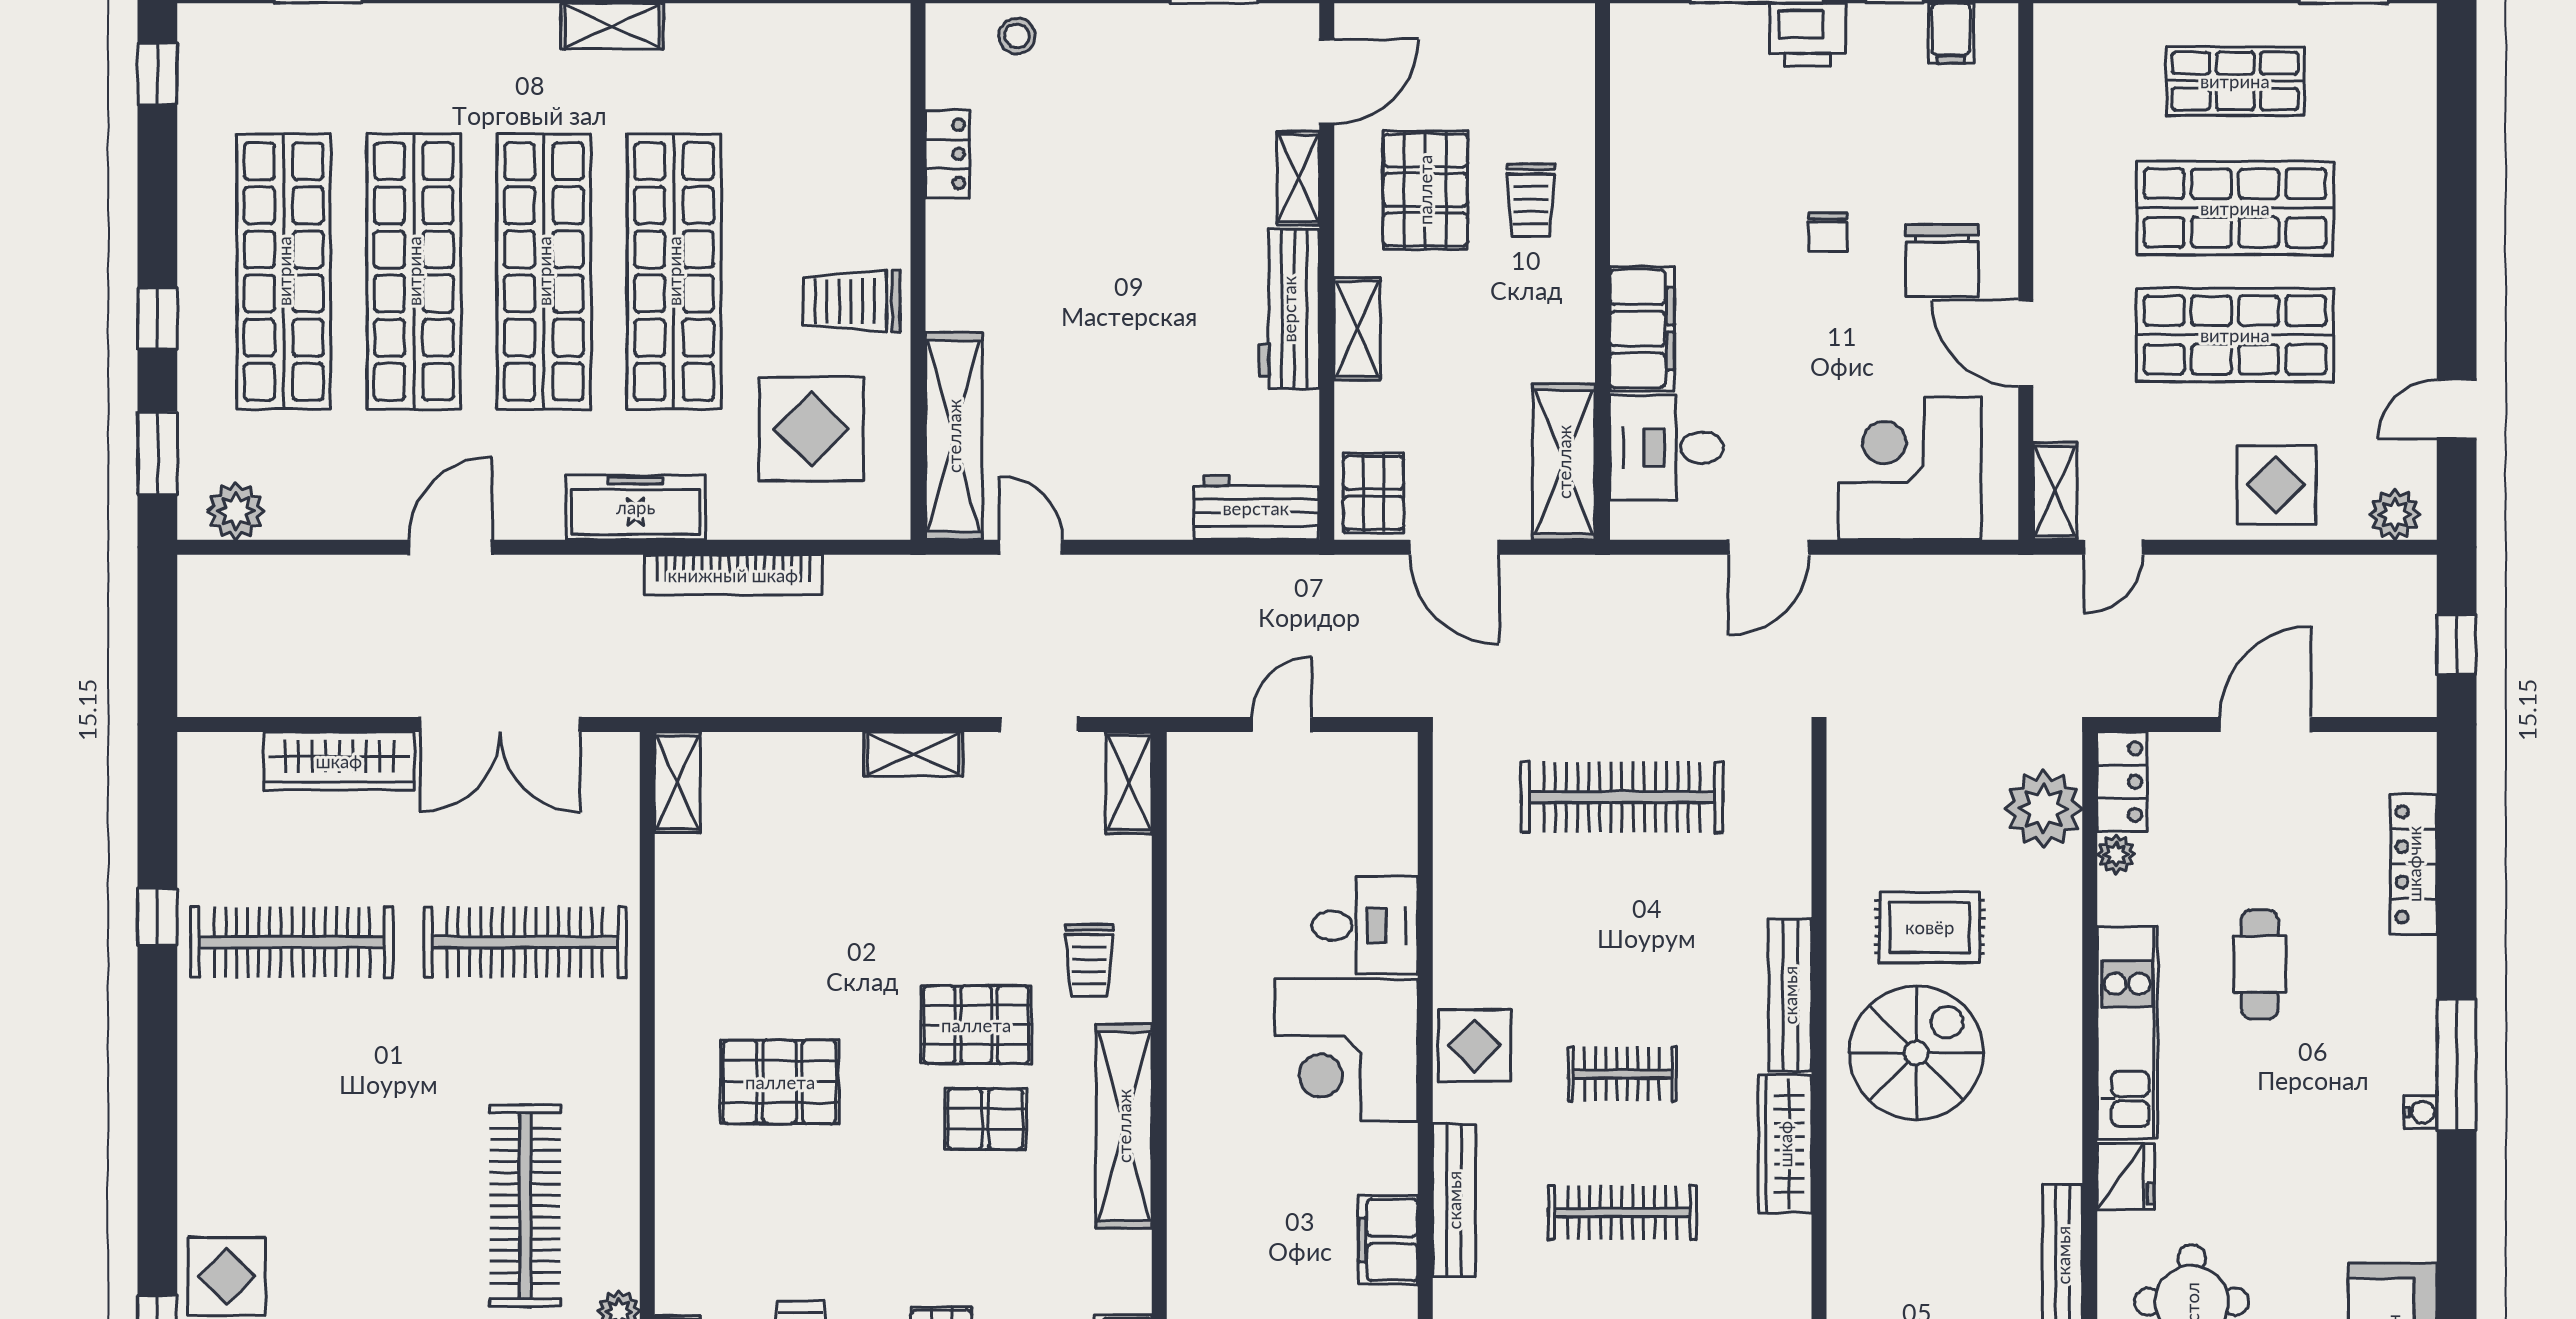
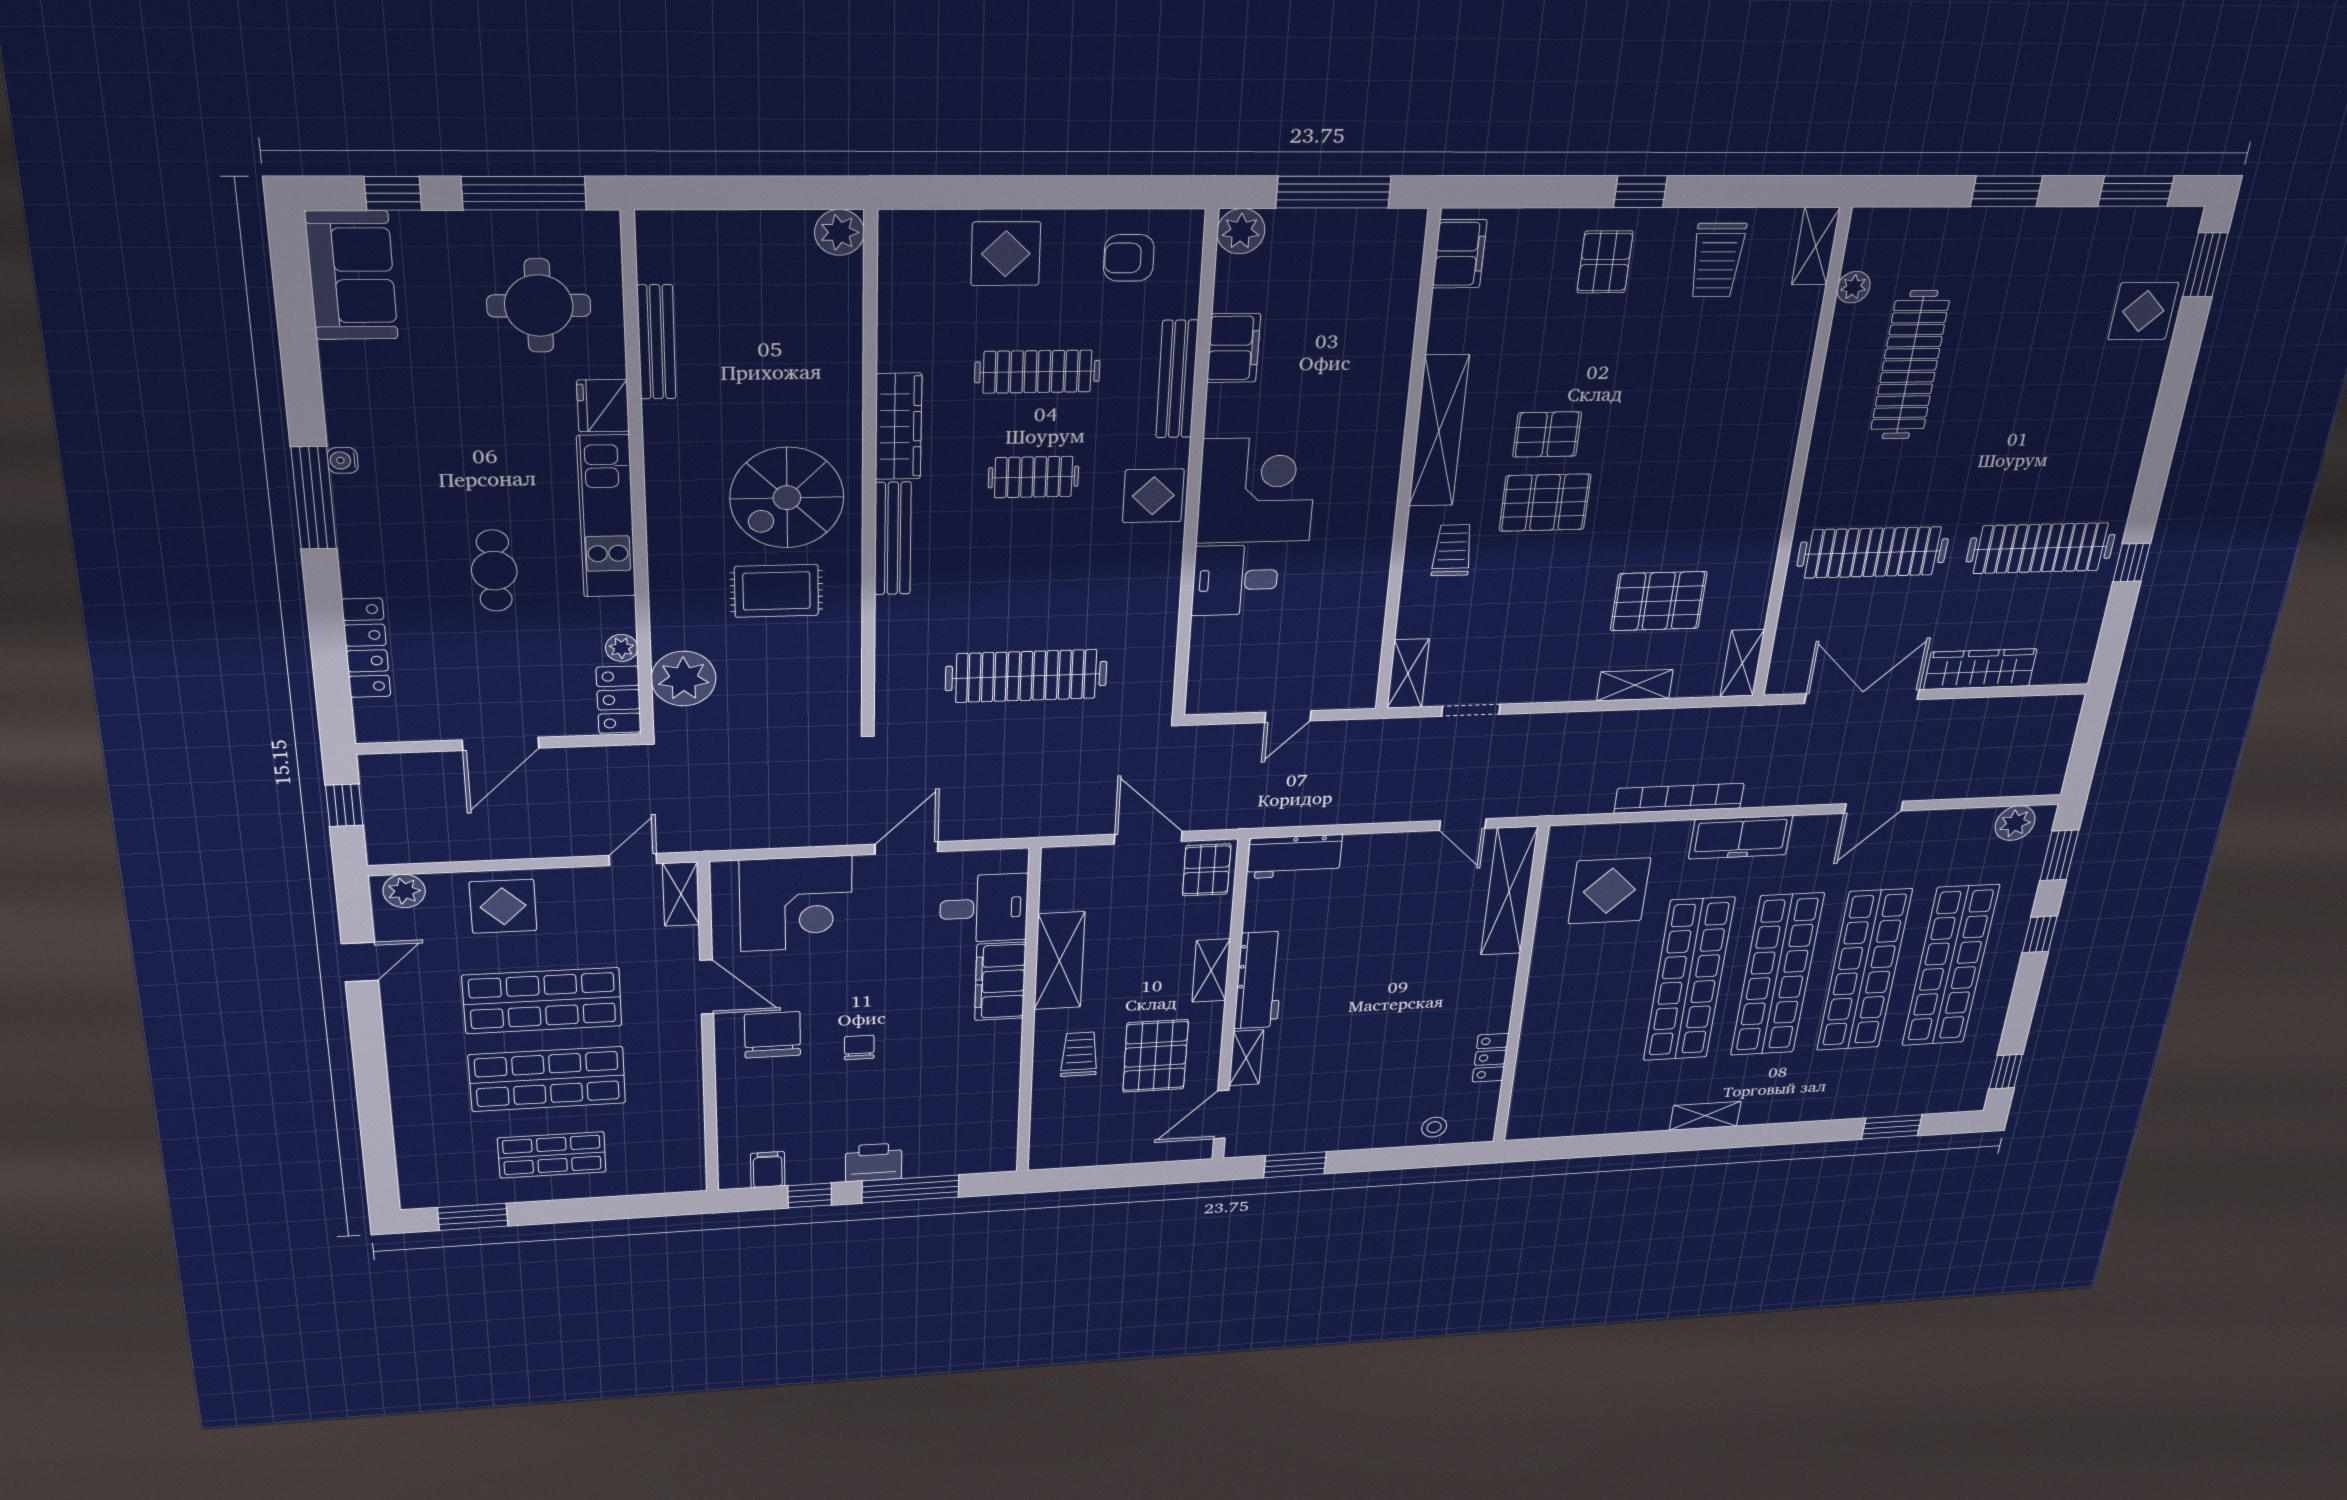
trolley: (852, 301) -> (1569, 969), removed
shelving: (1564, 462) -> (1059, 961), moved
shelving: (913, 754) -> (1635, 685), moved
pallet: (780, 1082) -> (1659, 601), moved

